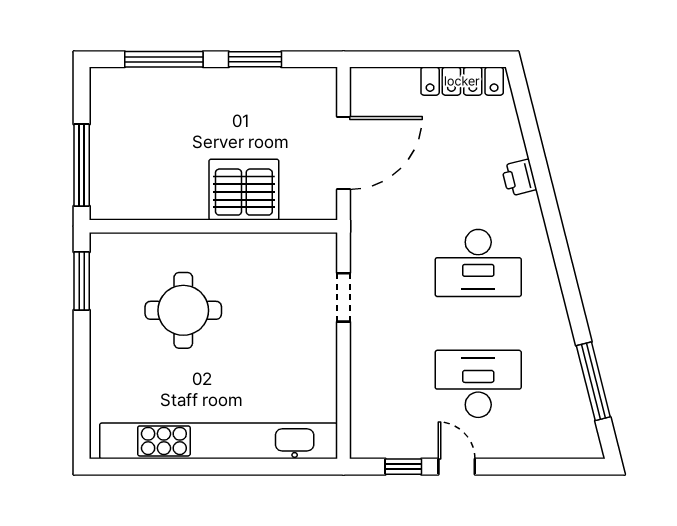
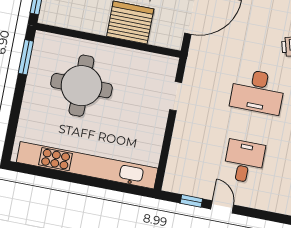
round table: (183, 310) -> (81, 86), width x1.36, depth x1.36
desk: (478, 384) -> (244, 161), width x0.73

